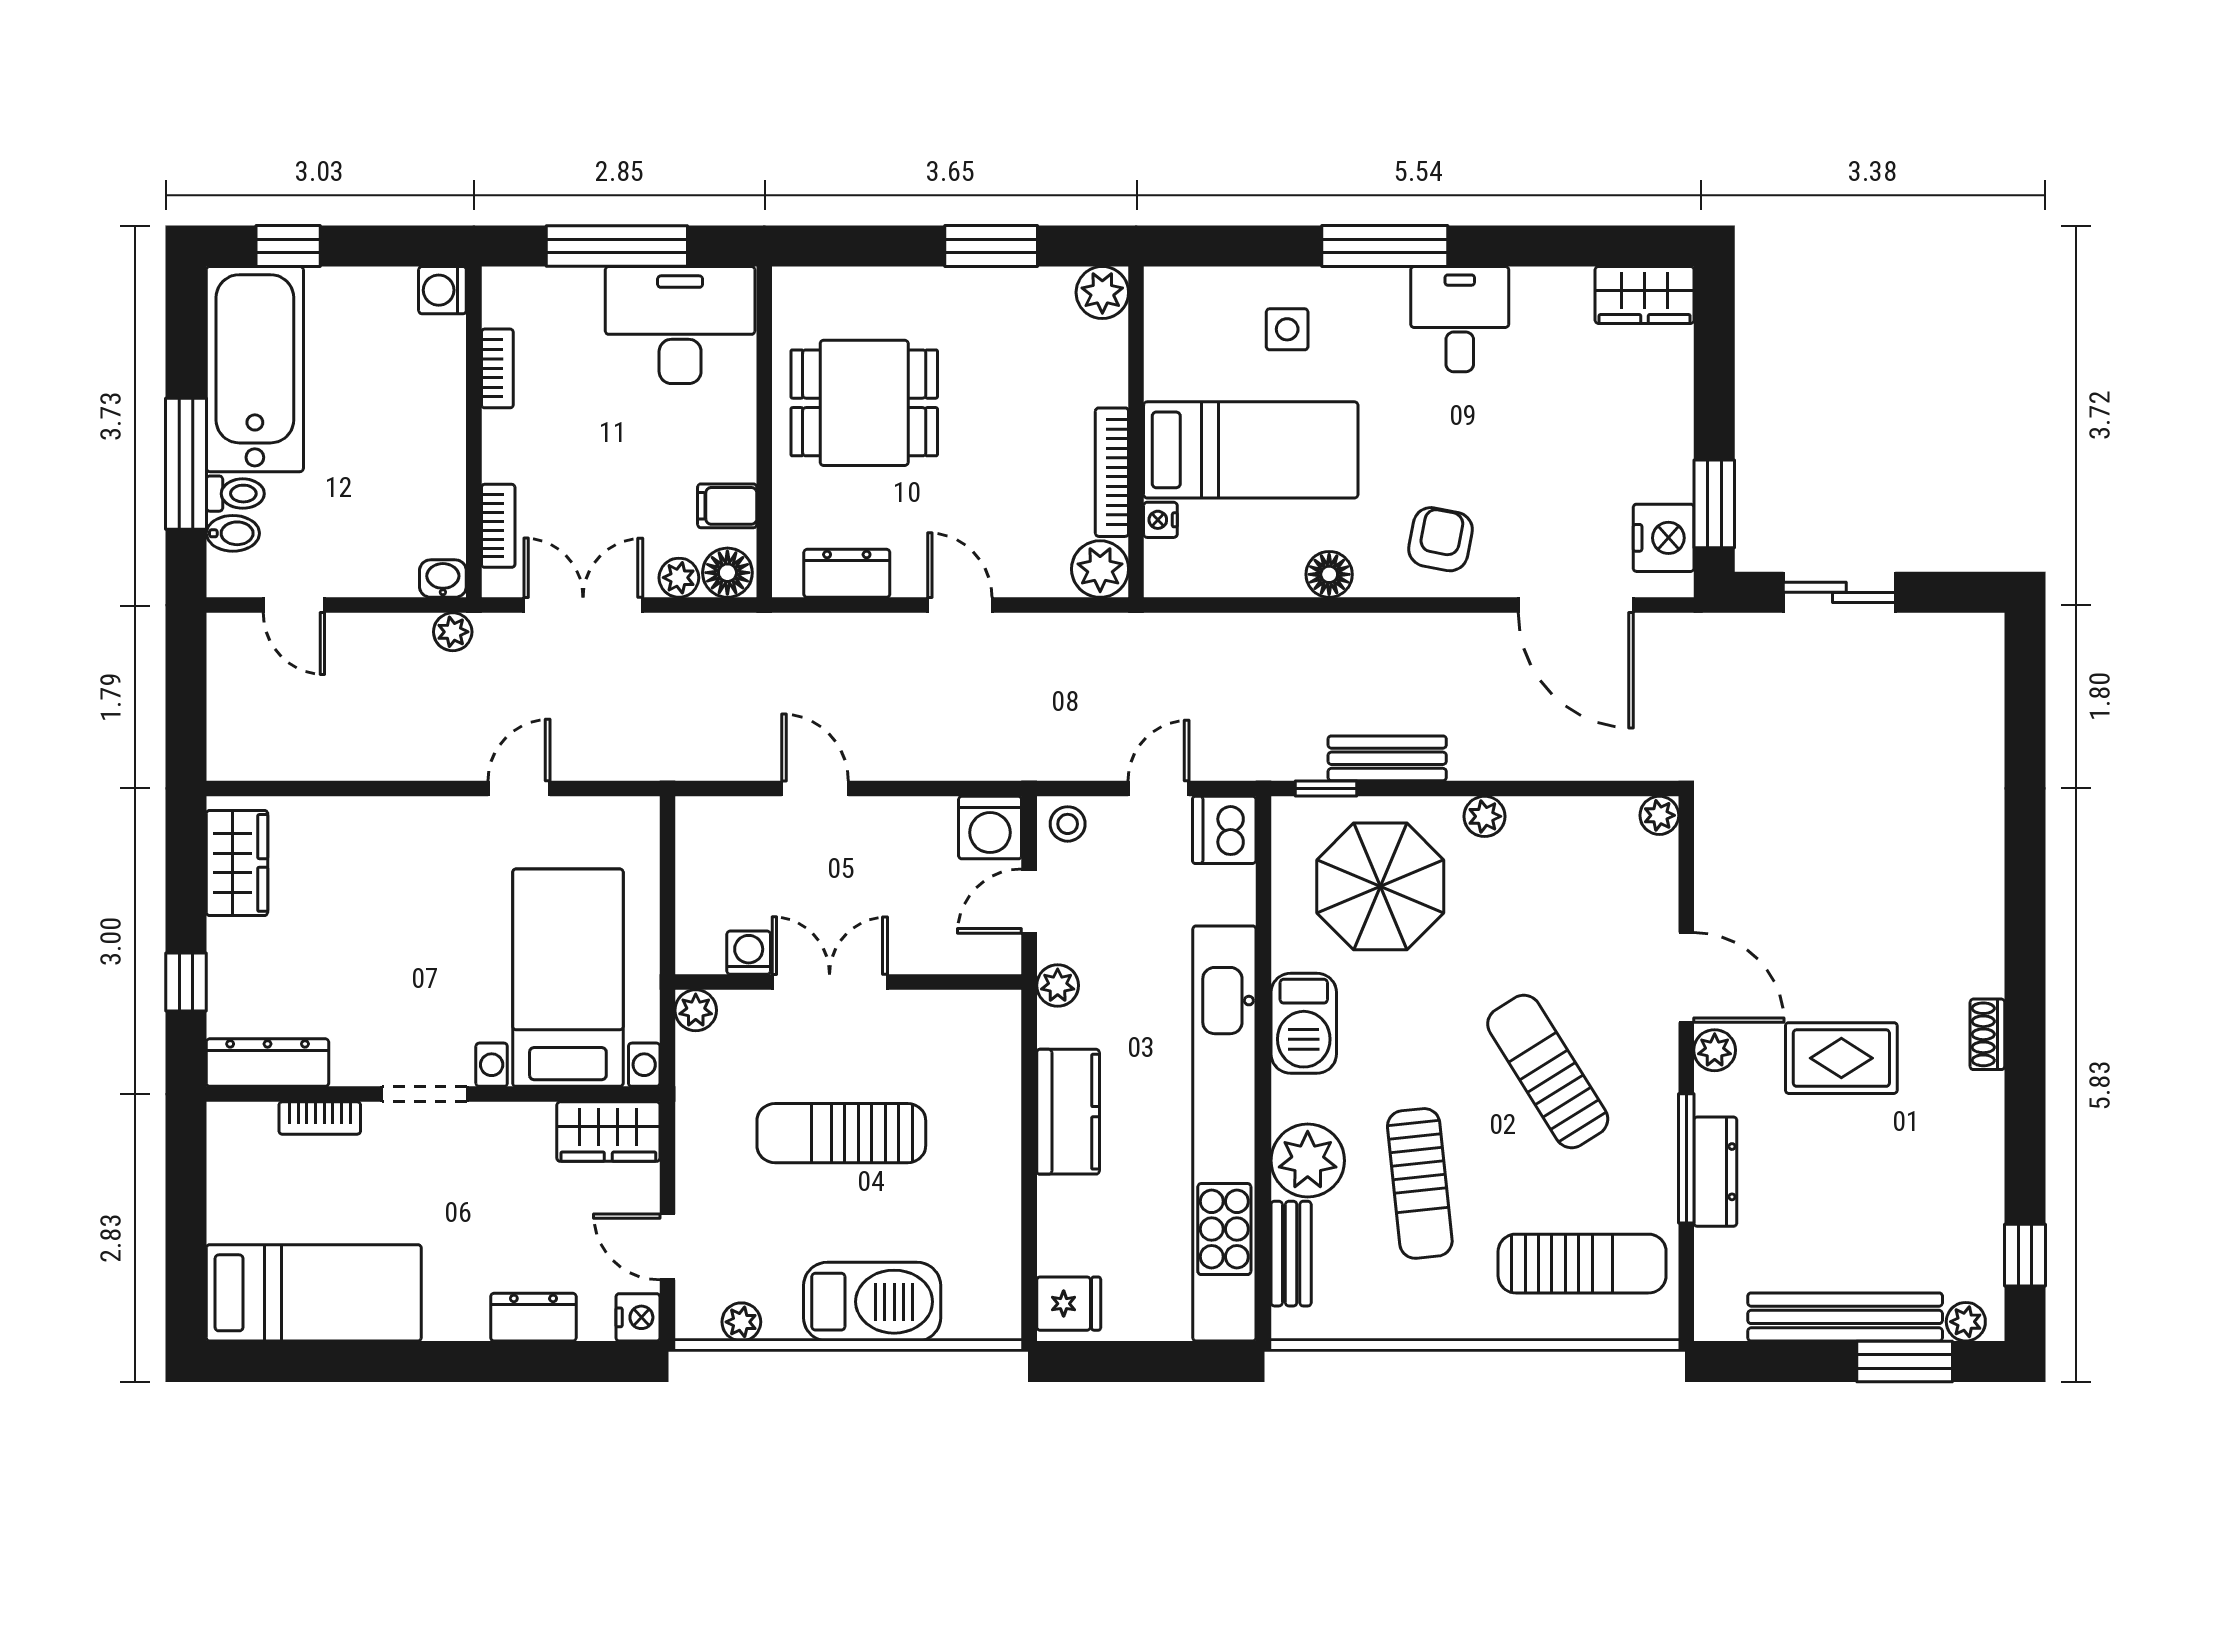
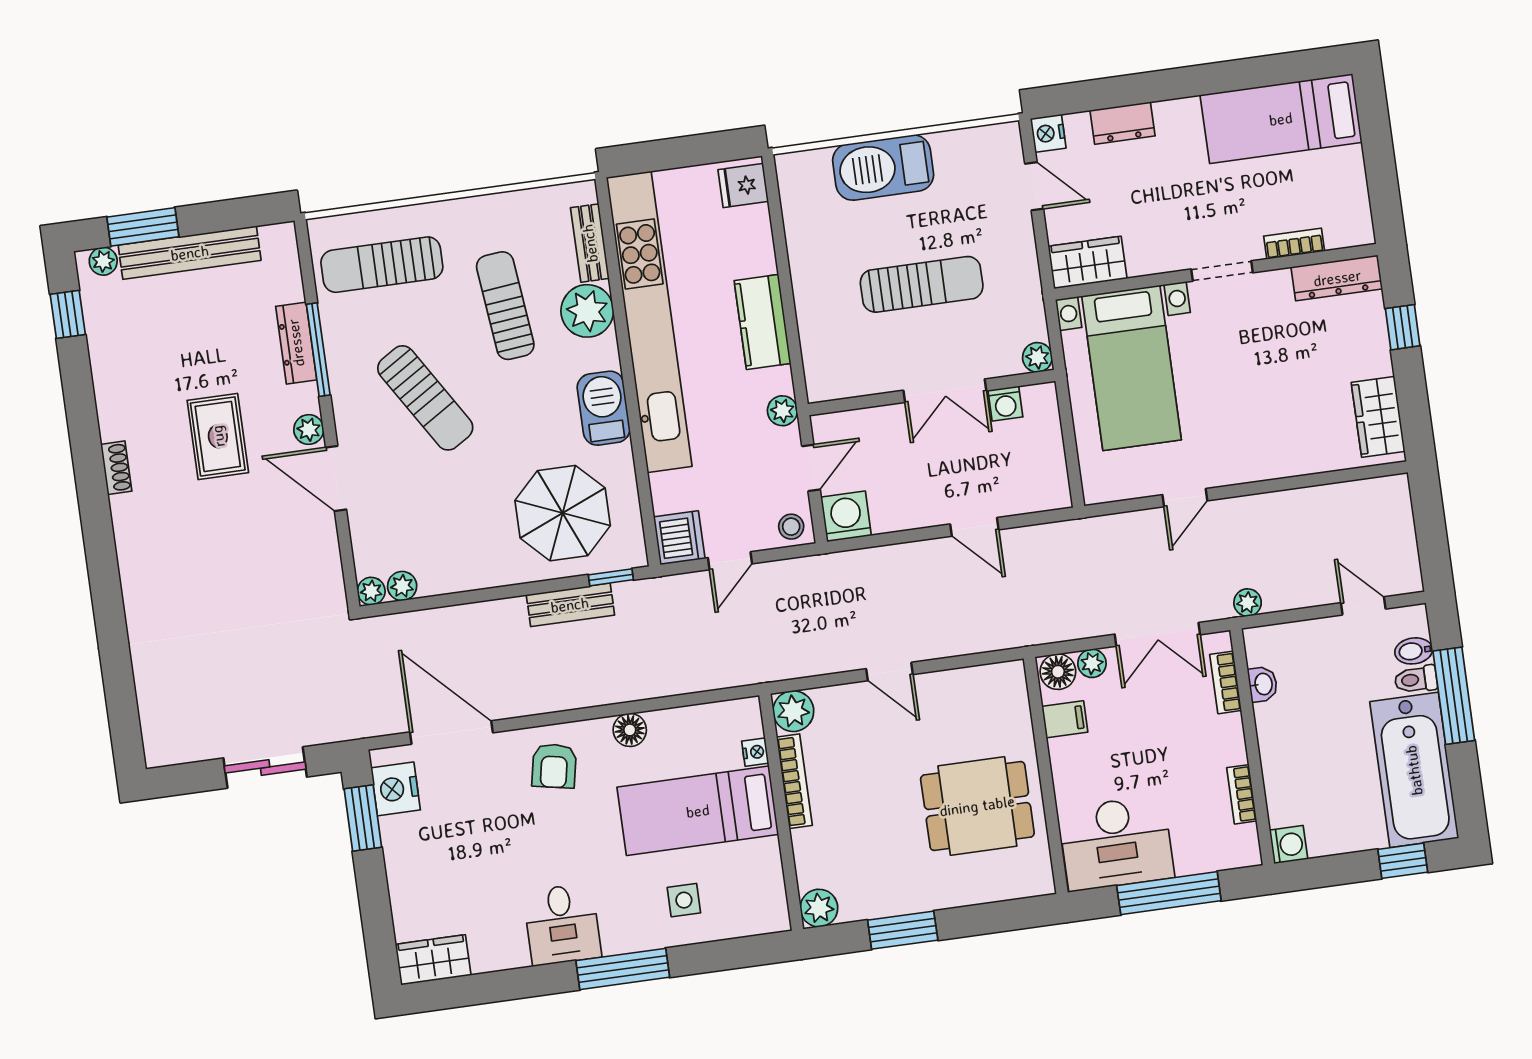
dresser: (847, 573) -> (973, 683), removed
washbasin: (443, 579) -> (1263, 684), moved, turned -90
plant: (1485, 816) -> (402, 586), moved
rug: (1841, 1058) -> (218, 436), turned 90
plant: (741, 1322) -> (974, 140), removed

